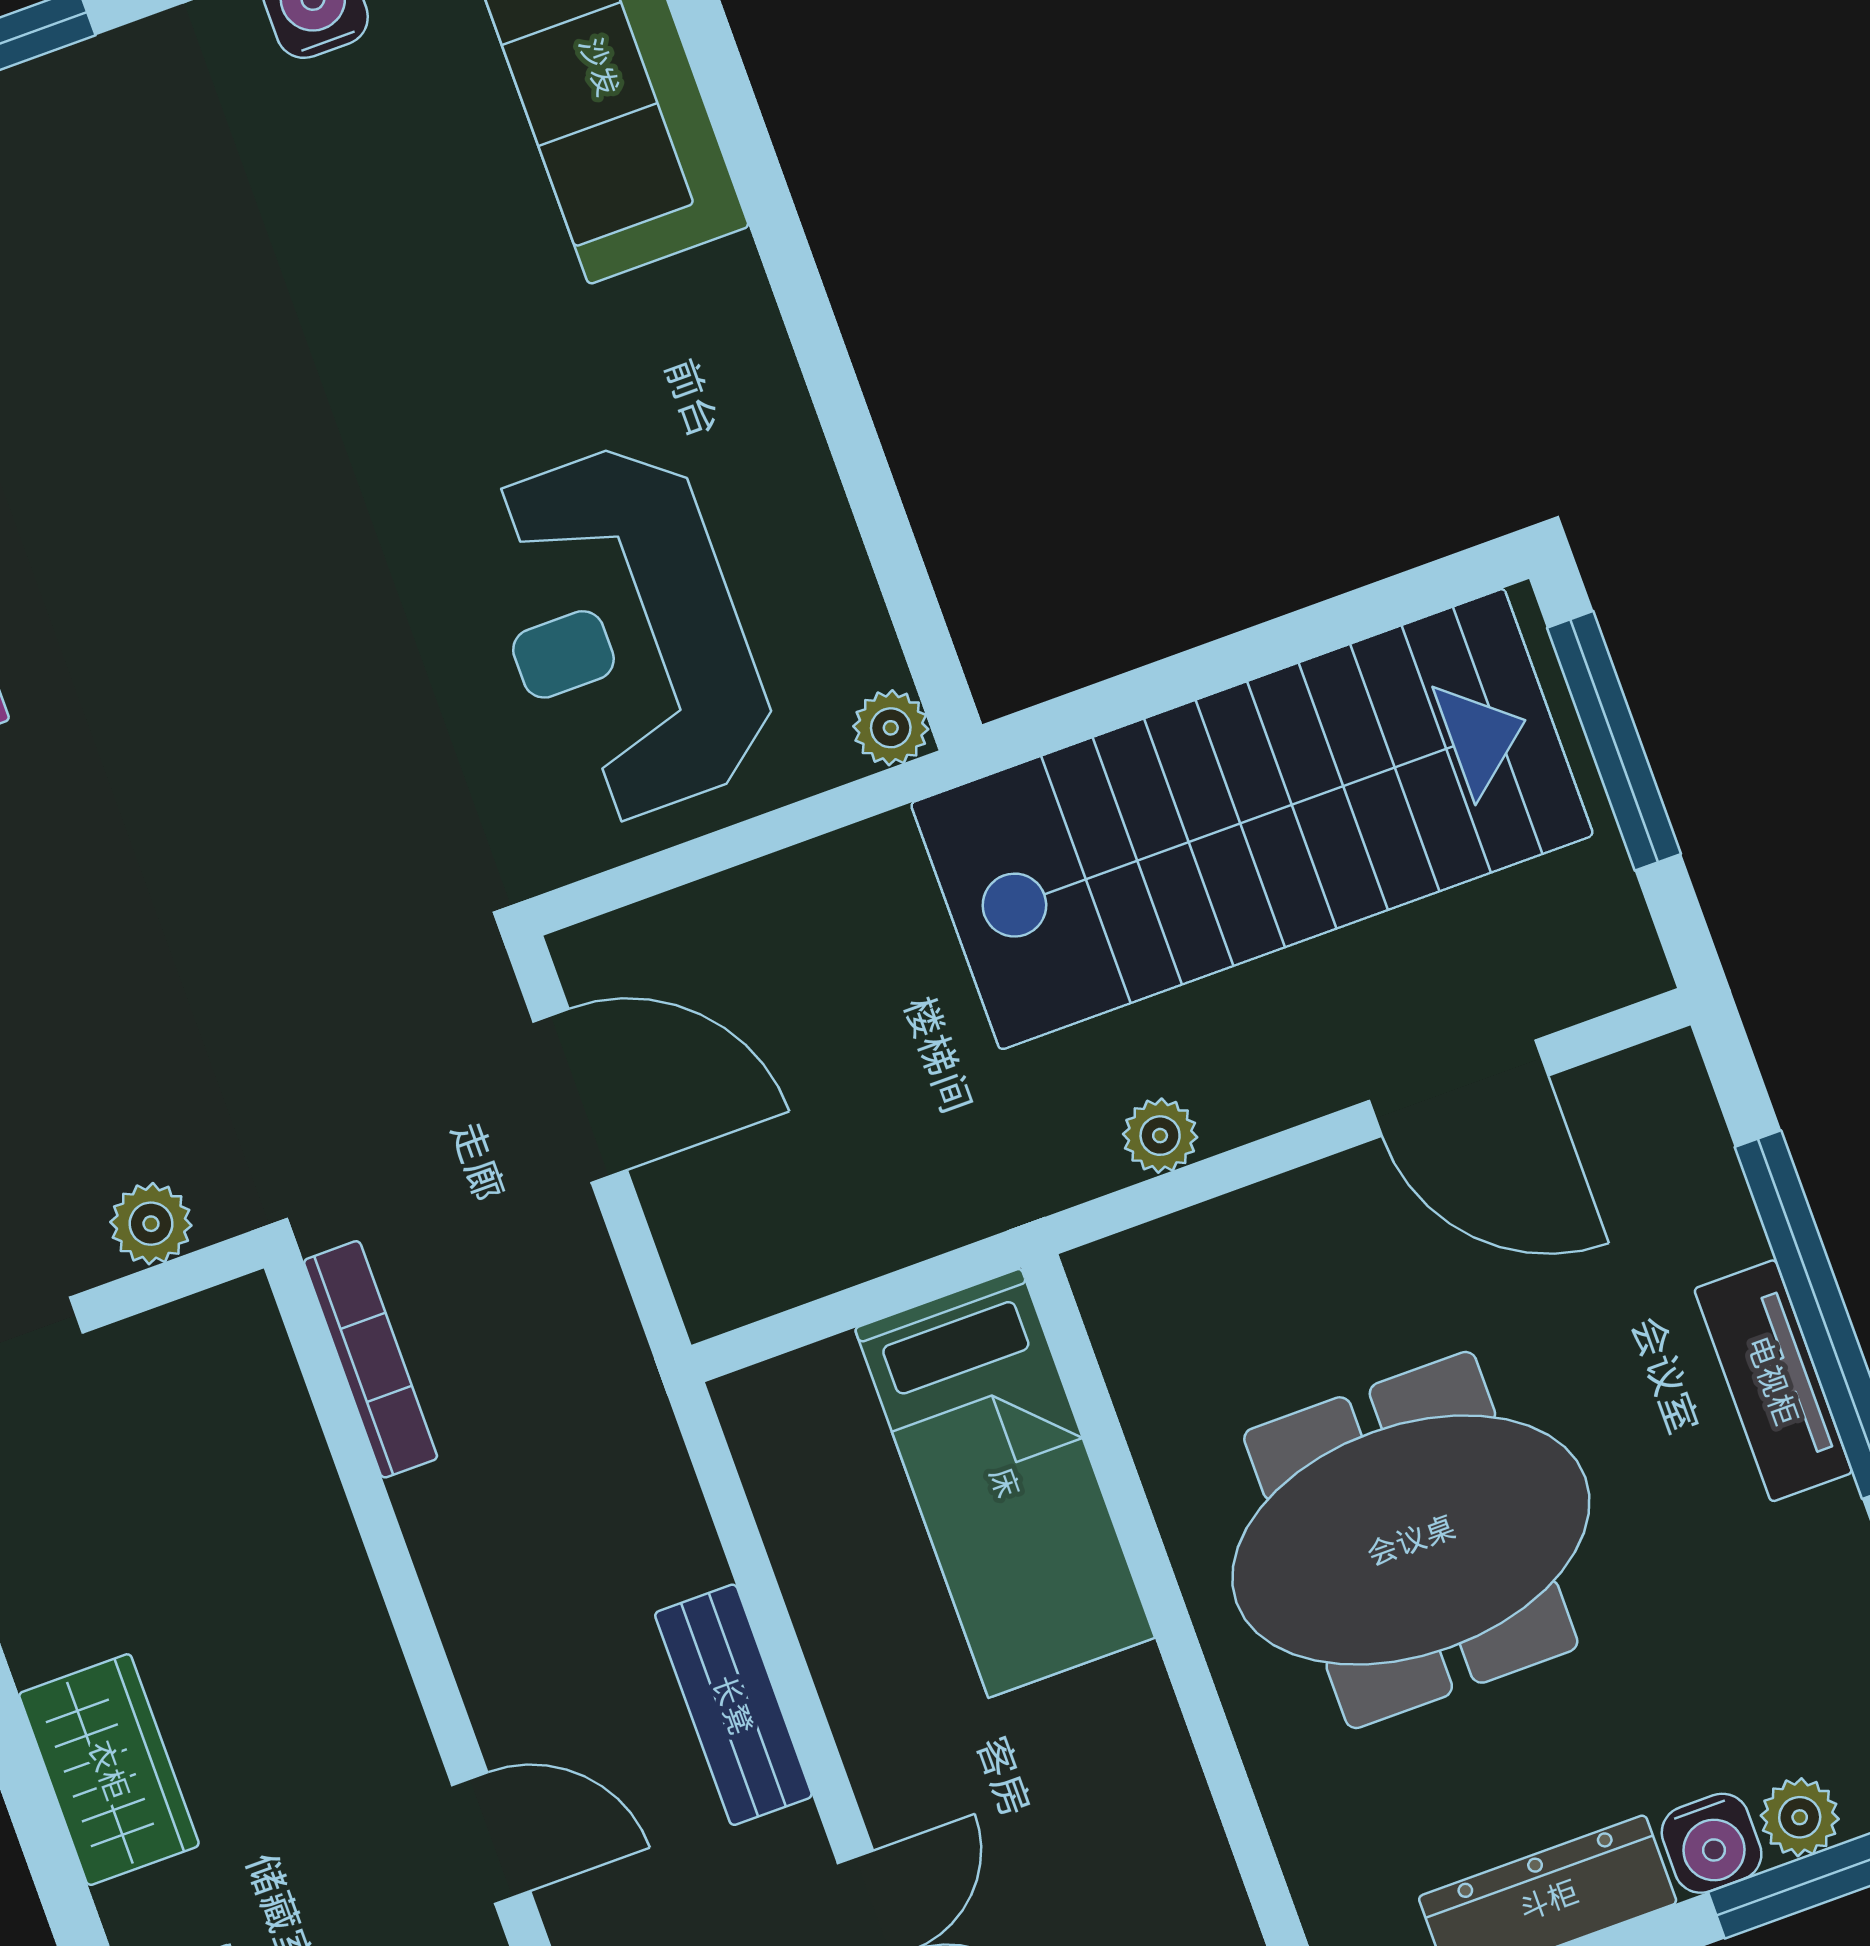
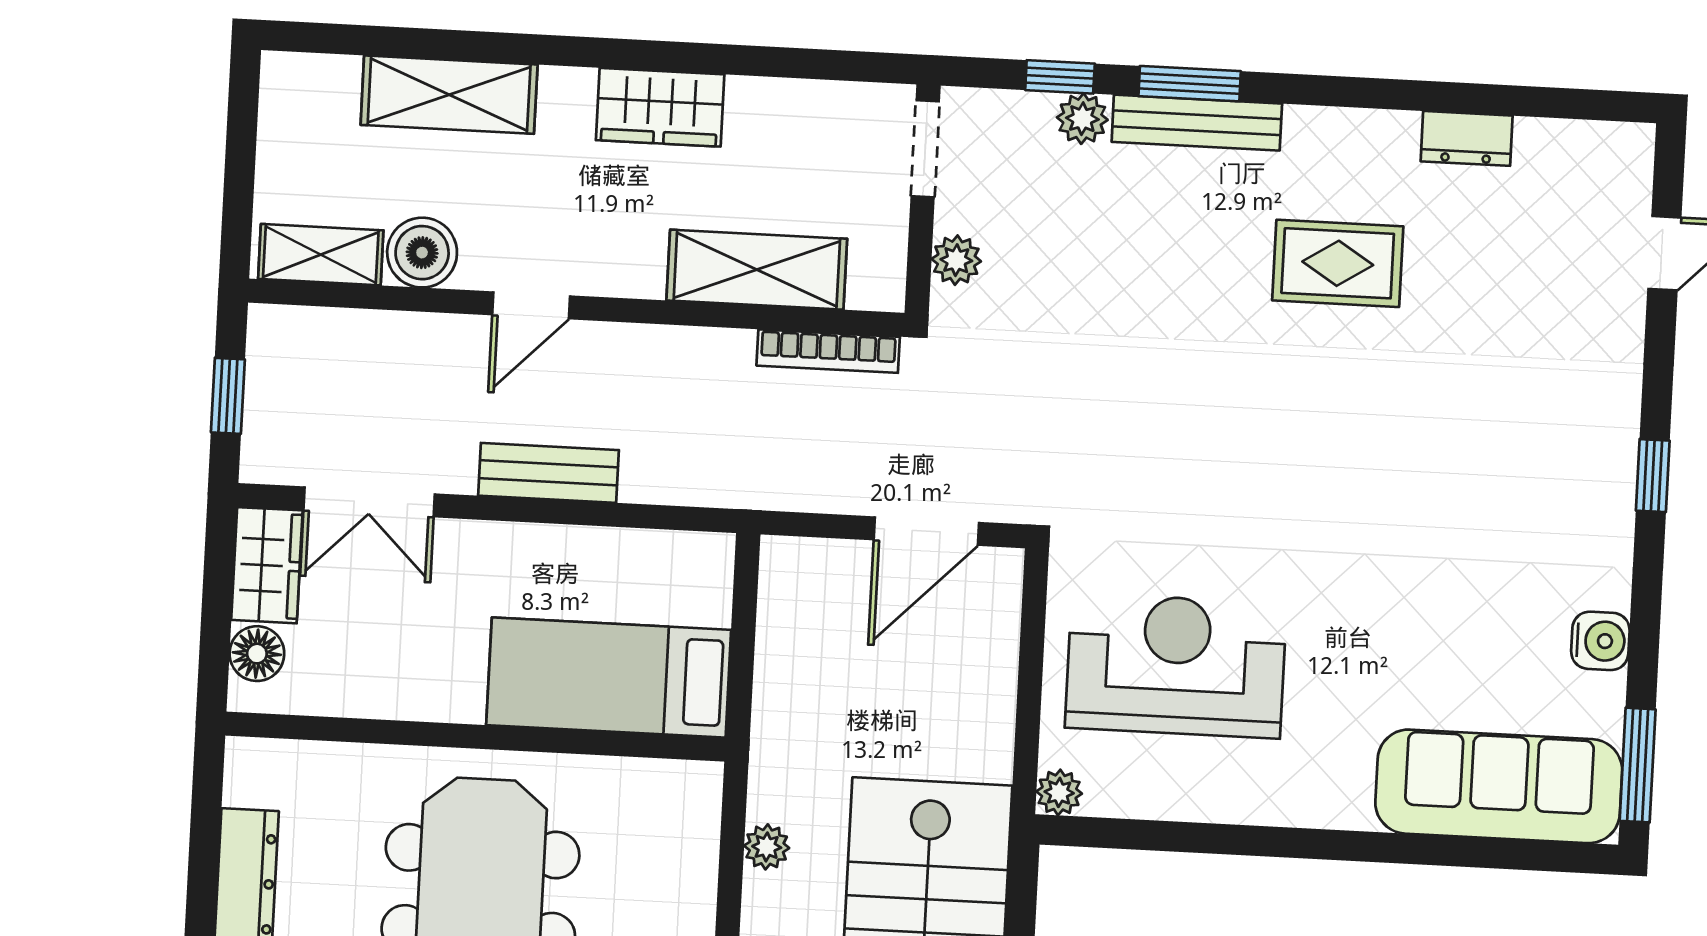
shelving: (293, 1519) -> (757, 270), added

